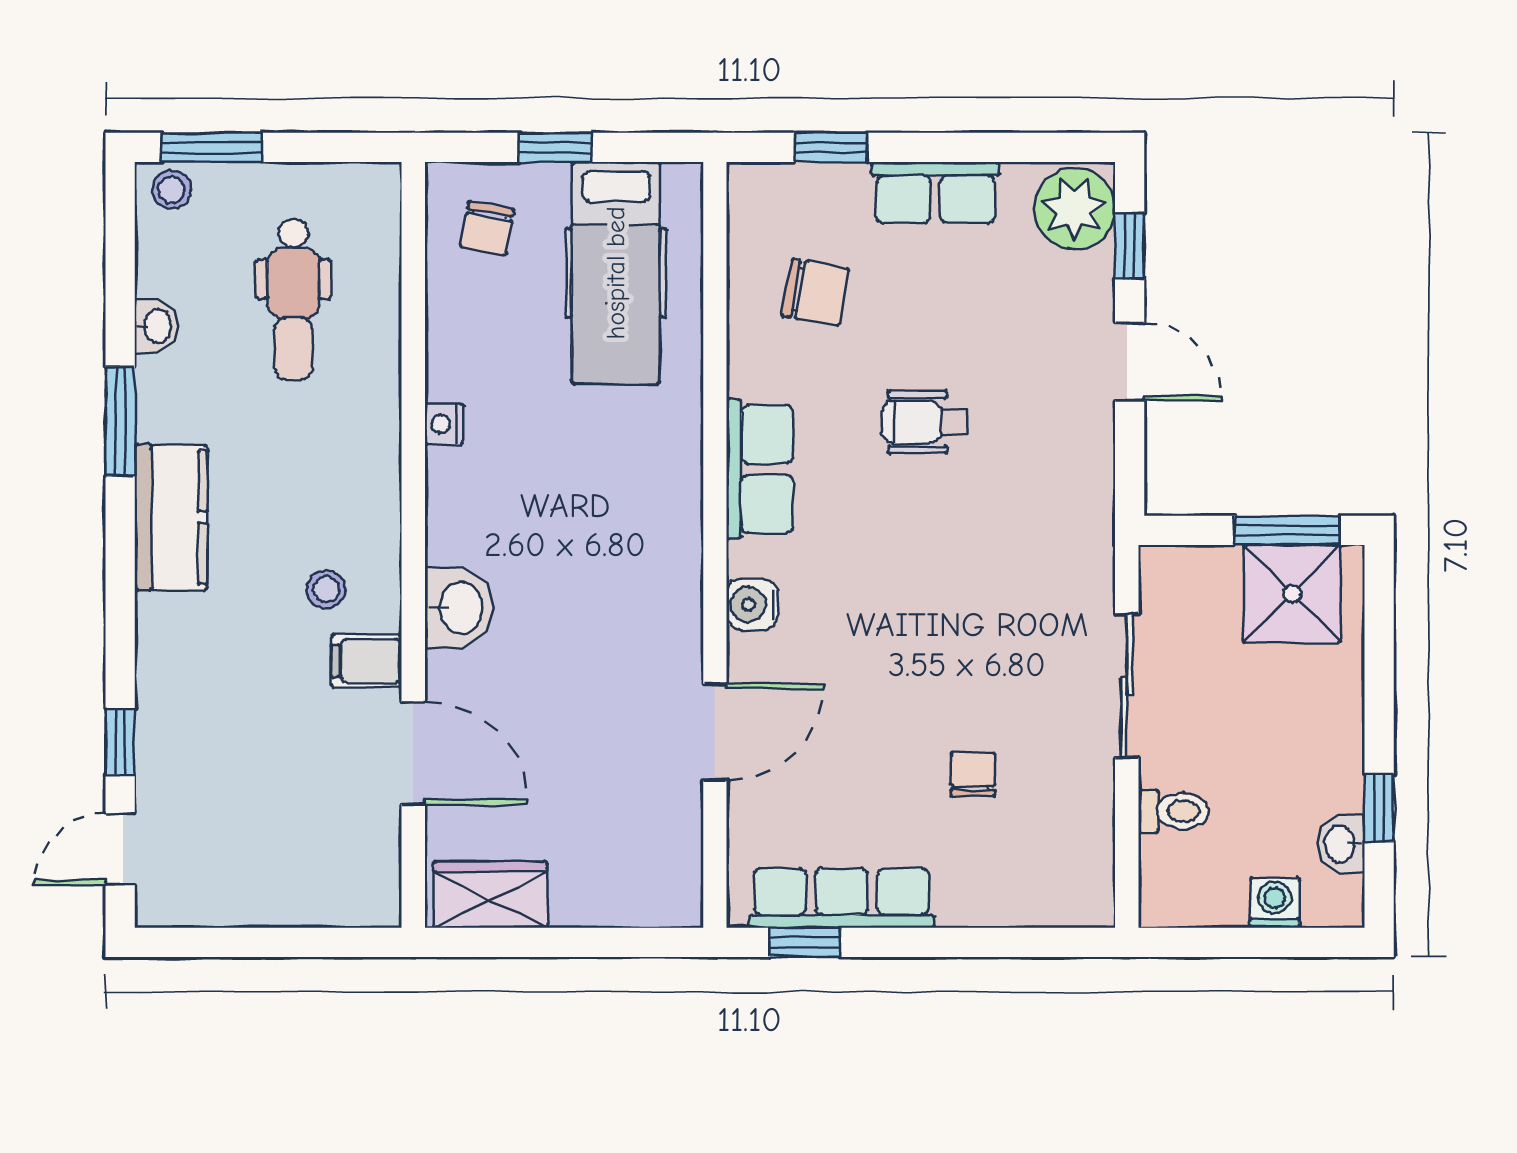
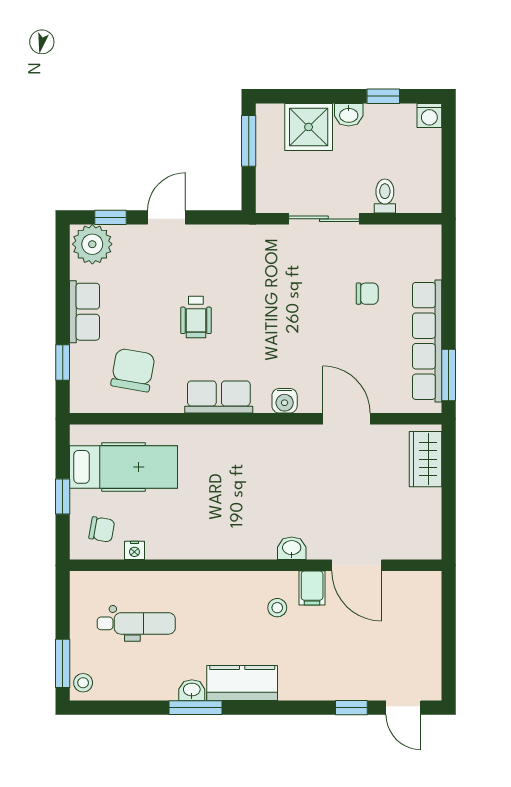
chair: (815, 292) -> (133, 370), width x1.37, depth x1.37
washbasin: (156, 326) -> (192, 690), moved
nightstand: (444, 424) -> (134, 550), moved
shower: (1292, 594) -> (309, 127), moved
washbasin: (459, 608) -> (292, 548), width x0.72, depth x0.69
door: (413, 753) -> (357, 565), swing flipped
chair: (973, 775) -> (367, 294), turned 180
washbasin: (1341, 844) -> (349, 115), moved
wardrobe: (490, 895) -> (425, 459), moved
row of seats: (842, 898) -> (427, 341), width x1.36
washing machine: (1275, 903) -> (429, 115), moved, turned -90
window: (805, 942) -> (449, 375), width x1.50

